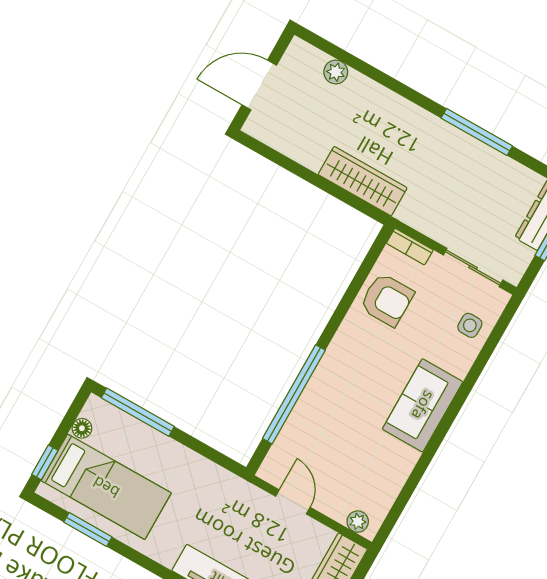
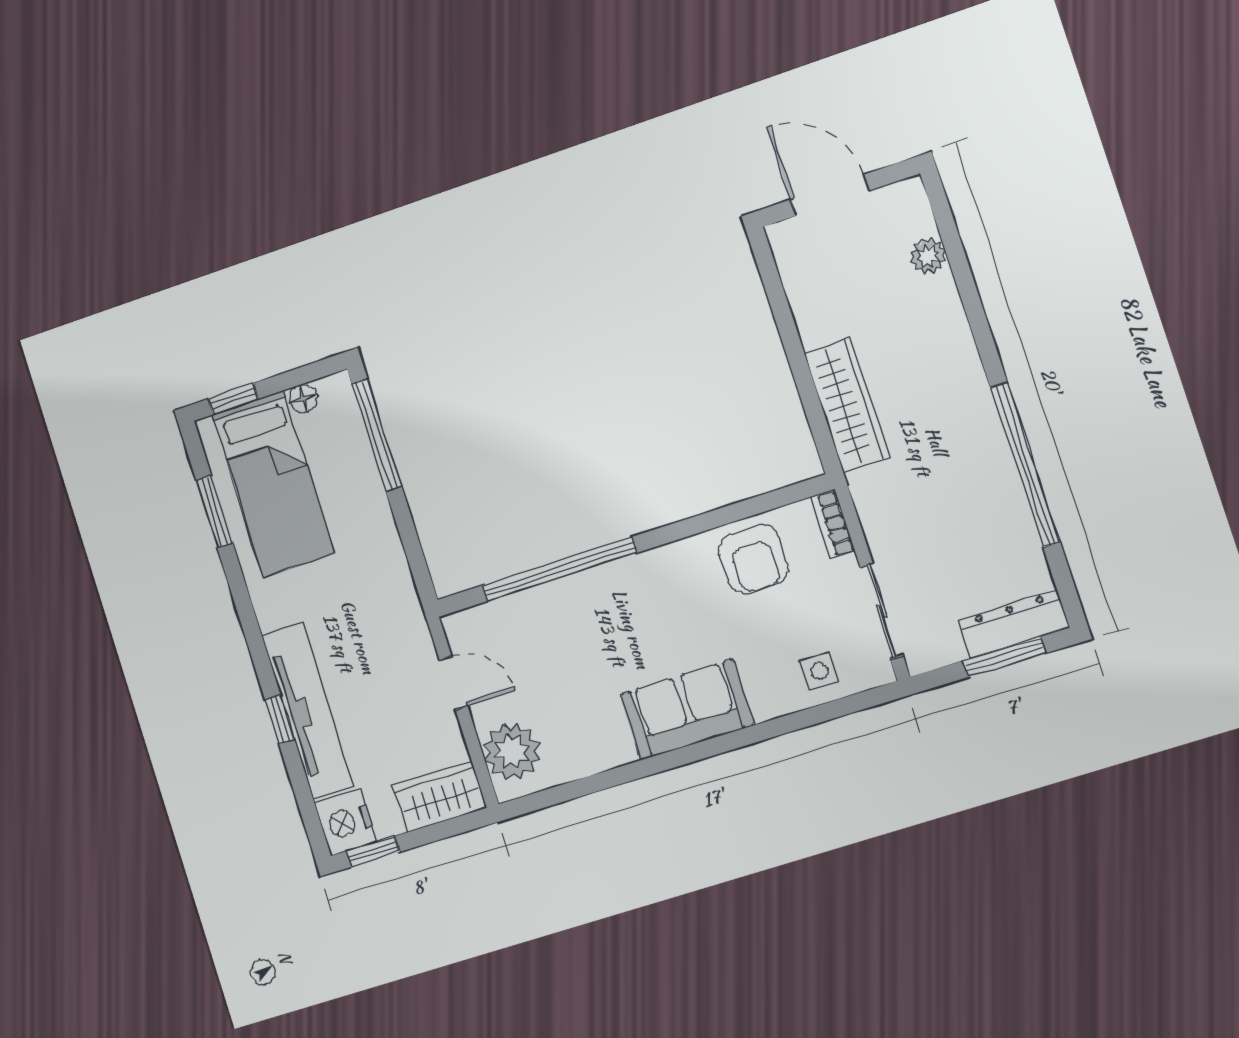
window: (477, 132) -> (1025, 465), width x1.46
door: (293, 502) -> (454, 683), hinge flipped
plant: (358, 522) -> (512, 751), width x1.88, depth x1.88

